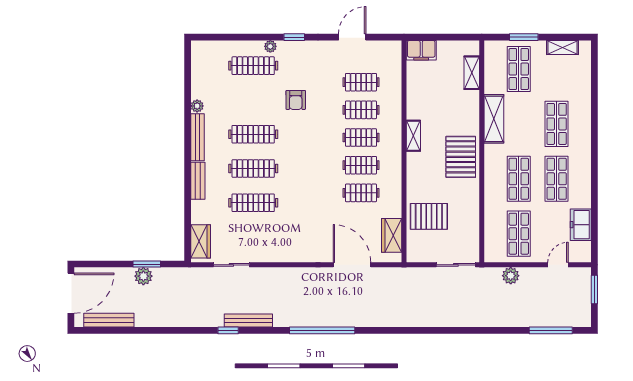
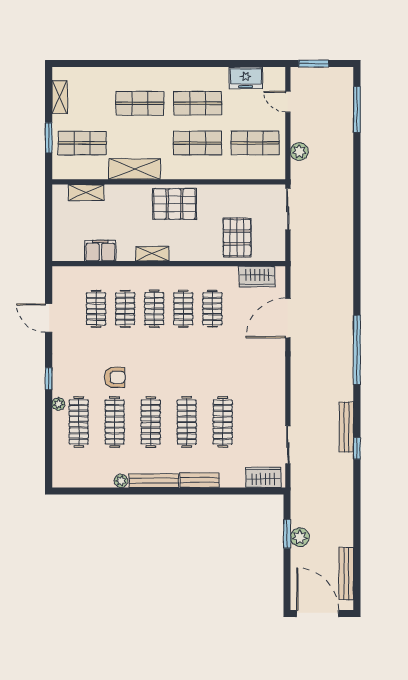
filing cabinet: (421, 50) -> (100, 251), moved, turned -90
clothes rail: (253, 100) -> (115, 422), added

